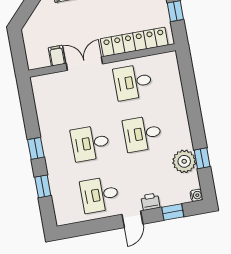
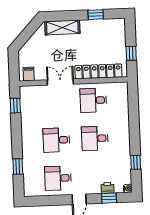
filing cabinet: (57, 56) -> (29, 74), moved
window: (36, 148) -> (15, 106), moved
plant: (184, 161) -> (122, 163), removed
printer: (150, 202) -> (108, 188), moved

